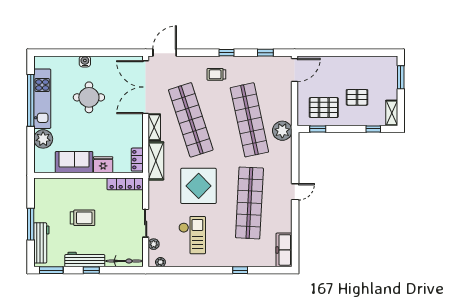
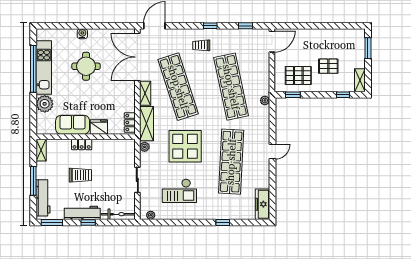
plant: (282, 131) -> (265, 100), width x0.53, depth x0.53
locker: (125, 184) -> (82, 144), moved, width x0.66
shelving: (39, 190) -> (41, 150), added
checkout: (192, 235) -> (179, 191), turned 90
plant: (154, 244) -> (145, 147), moved

